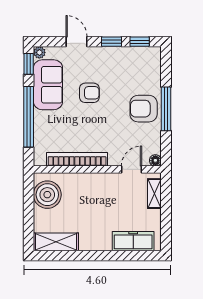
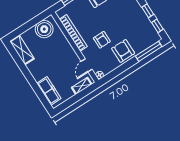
armchair: (89, 93) -> (102, 40), moved
window: (166, 109) -> (149, 51), moved
door: (132, 169) -> (87, 65), swing flipped

